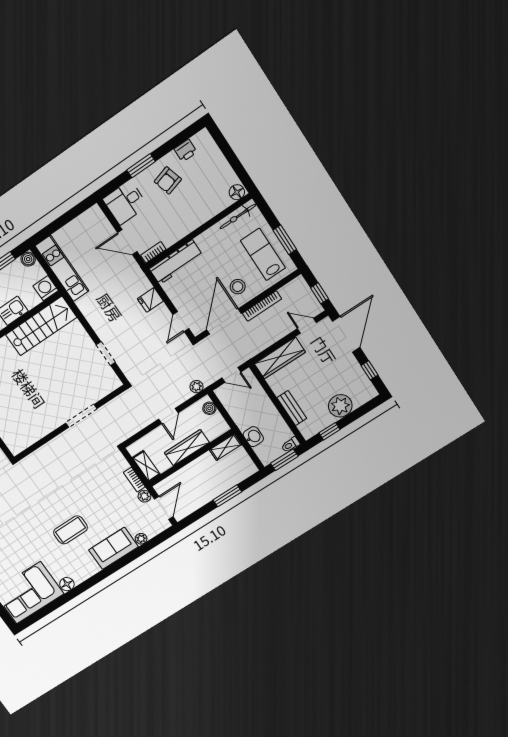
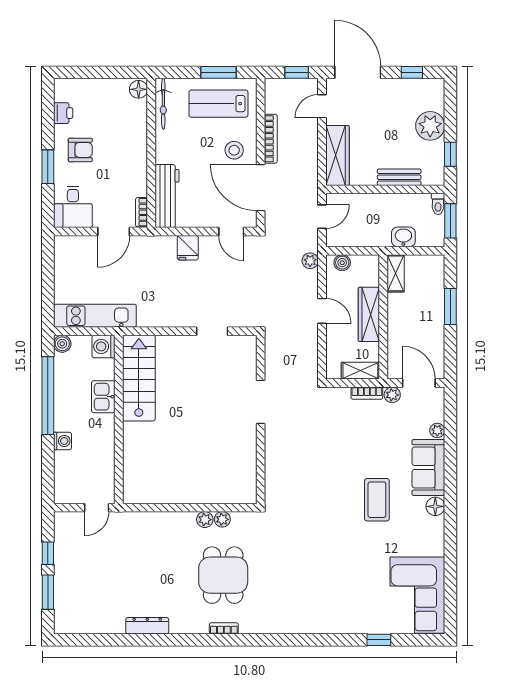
armchair: (168, 180) -> (80, 150), turned -74
floor lamp: (67, 584) -> (435, 506), moved

